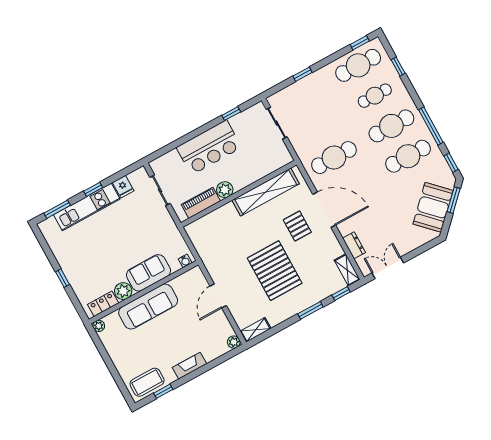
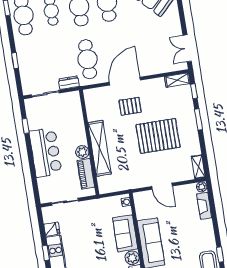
shelving: (266, 192) -> (100, 148), moved
dresser: (354, 245) -> (69, 83), moved
fireplace: (190, 366) -> (204, 206), moved

